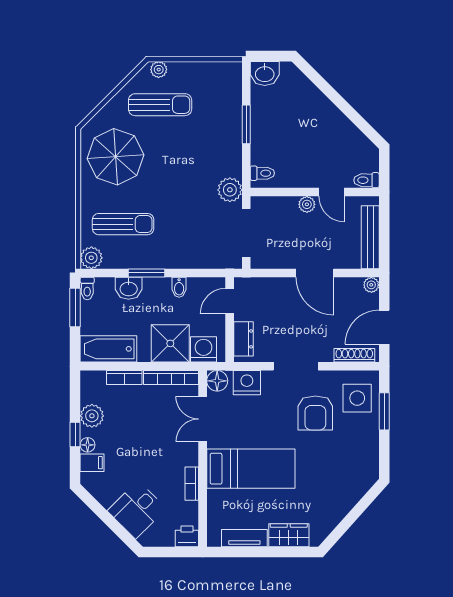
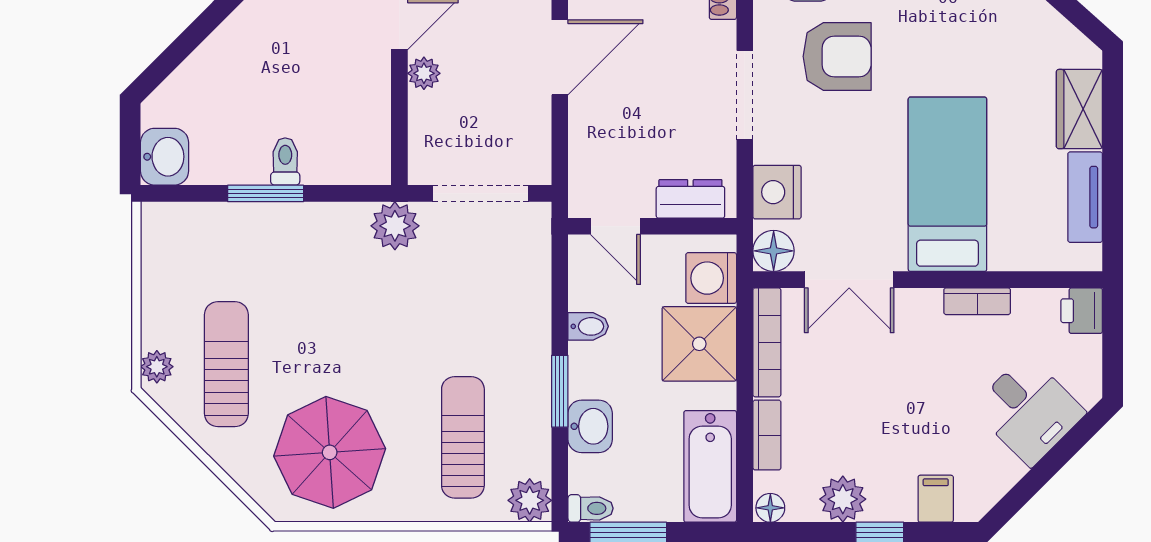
toilet: (262, 173) -> (285, 161), moved
floor lamp: (88, 445) -> (770, 508), moved

